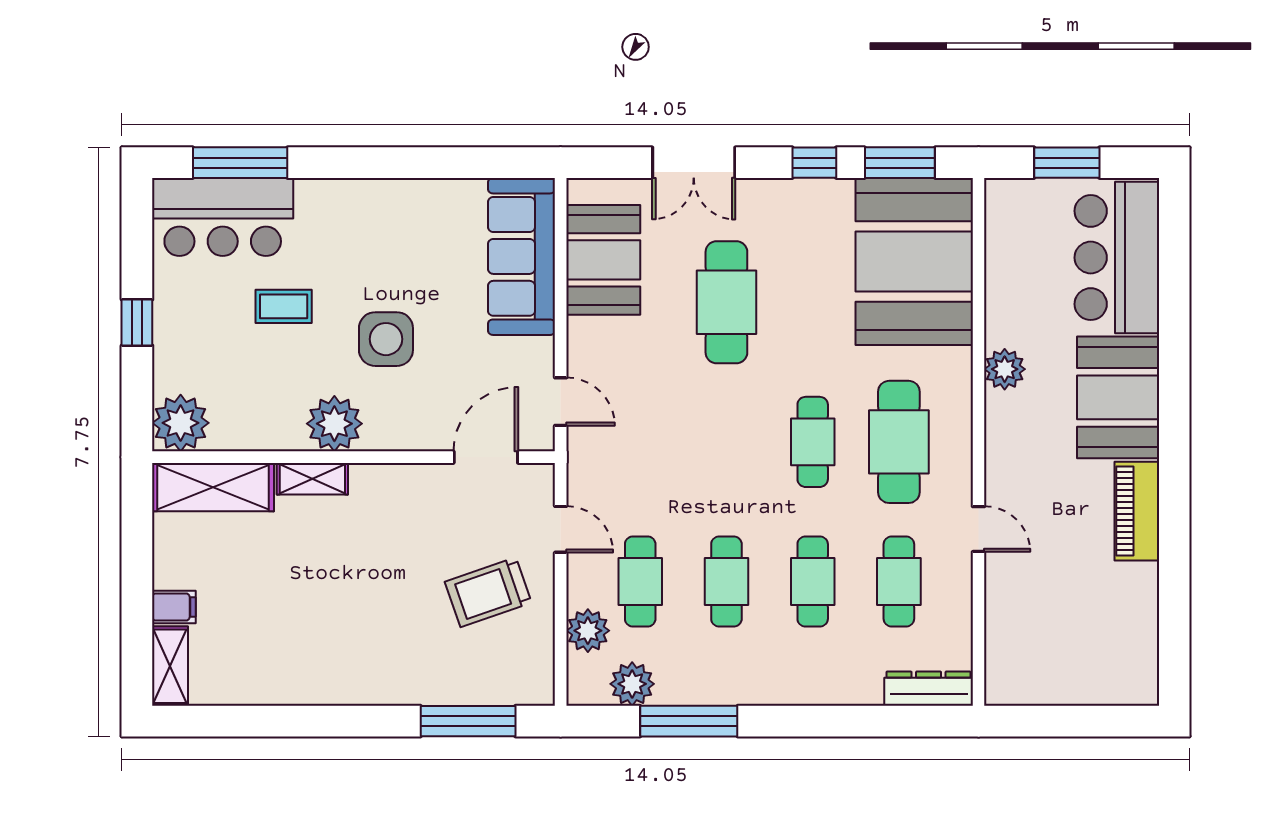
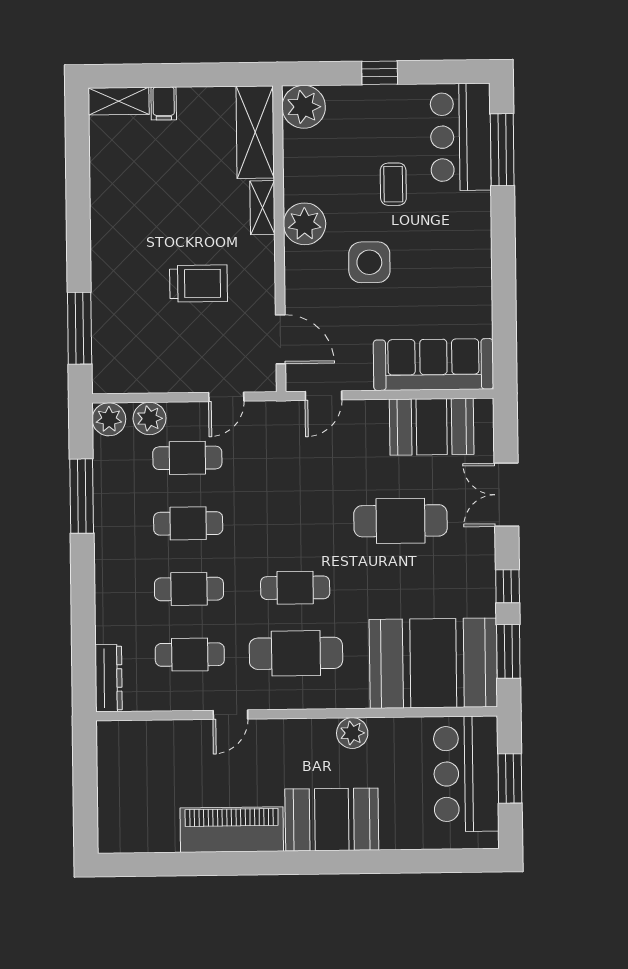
bar counter: (1117, 258) -> (466, 774), moved, turned -90
piano: (1137, 511) -> (232, 830), width x1.37, depth x1.33
trolley: (488, 592) -> (199, 284), moved, turned 109
plant: (632, 684) -> (109, 419), moved

